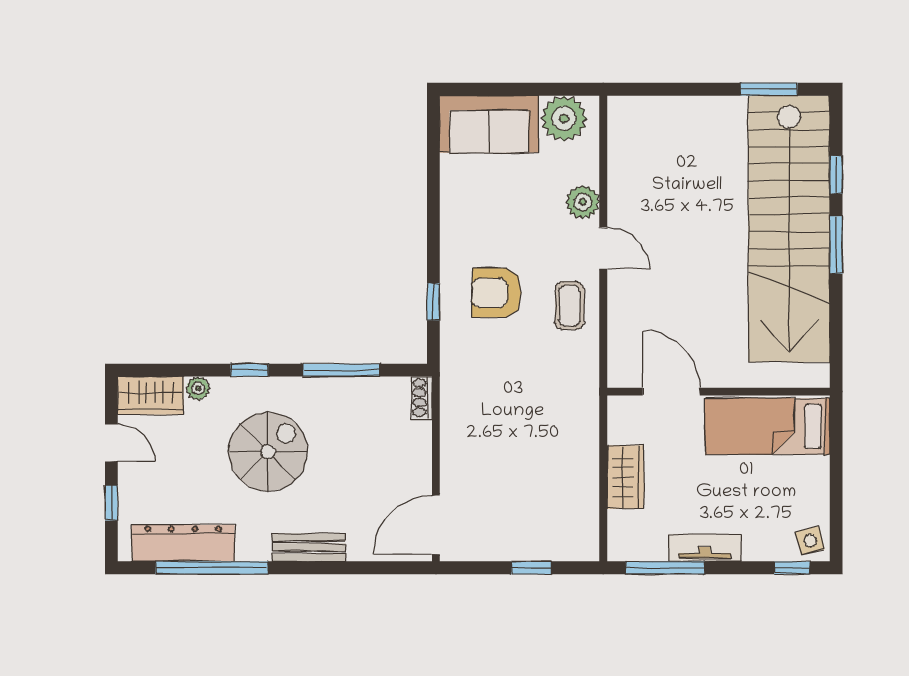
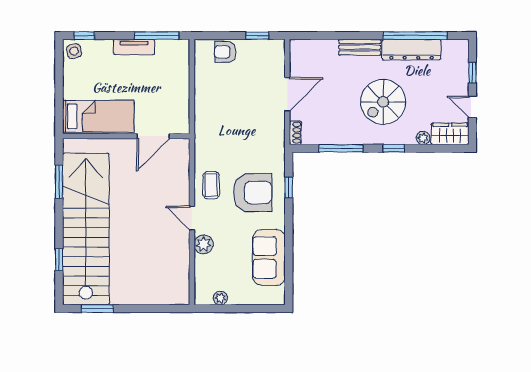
plant: (564, 118) -> (220, 298), width x0.53, depth x0.53
sofa: (489, 124) -> (269, 257), moved, turned -90
window: (836, 245) -> (59, 182), moved
armchair: (497, 293) -> (253, 192), width x1.36, depth x1.36
door: (671, 392) -> (153, 136), hinge flipped
wardrobe: (625, 477) -> (179, 87), removed
door: (436, 525) -> (287, 94), moved
armchair: (545, 539) -> (225, 52), added
dresser: (183, 543) -> (411, 50), moved
window: (531, 568) -> (257, 36), moved

